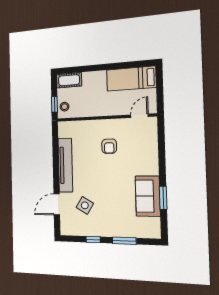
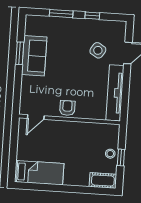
door: (139, 116) -> (36, 117), moved
wall: (106, 118) -> (69, 119), moved

